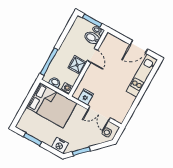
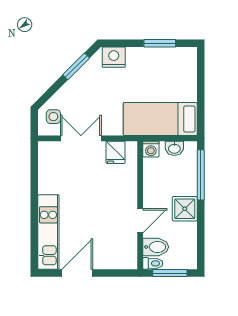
door: (93, 55) -> (140, 221), swing flipped
shower: (77, 65) -> (185, 209), moved
bed: (51, 105) -> (160, 119), width x0.67

